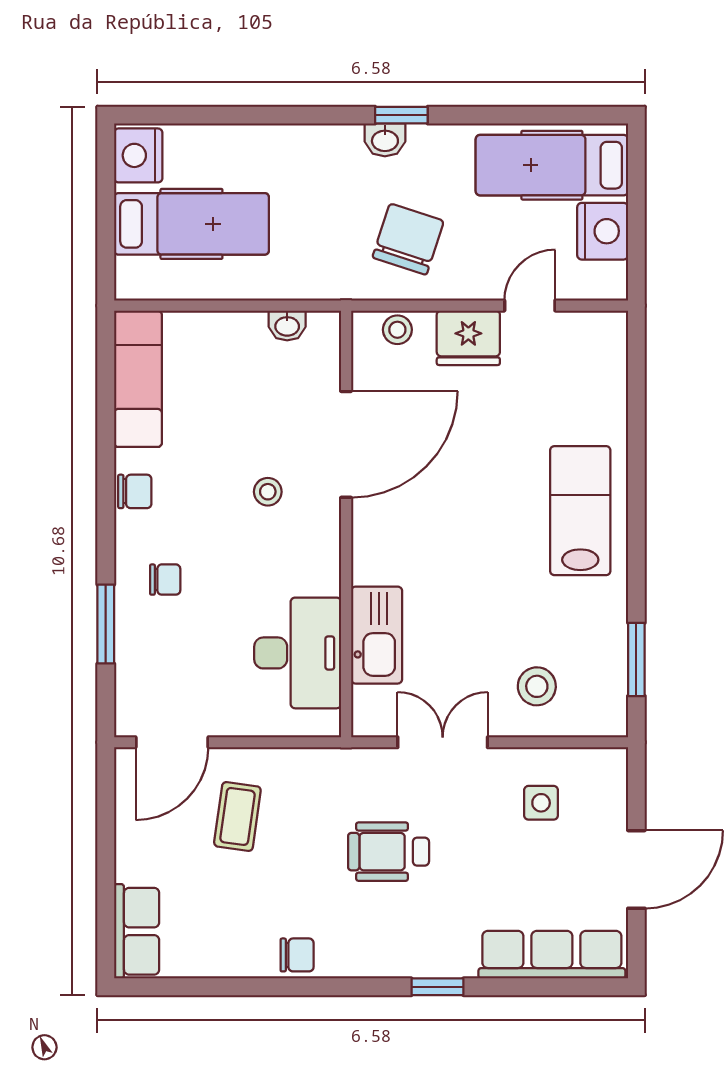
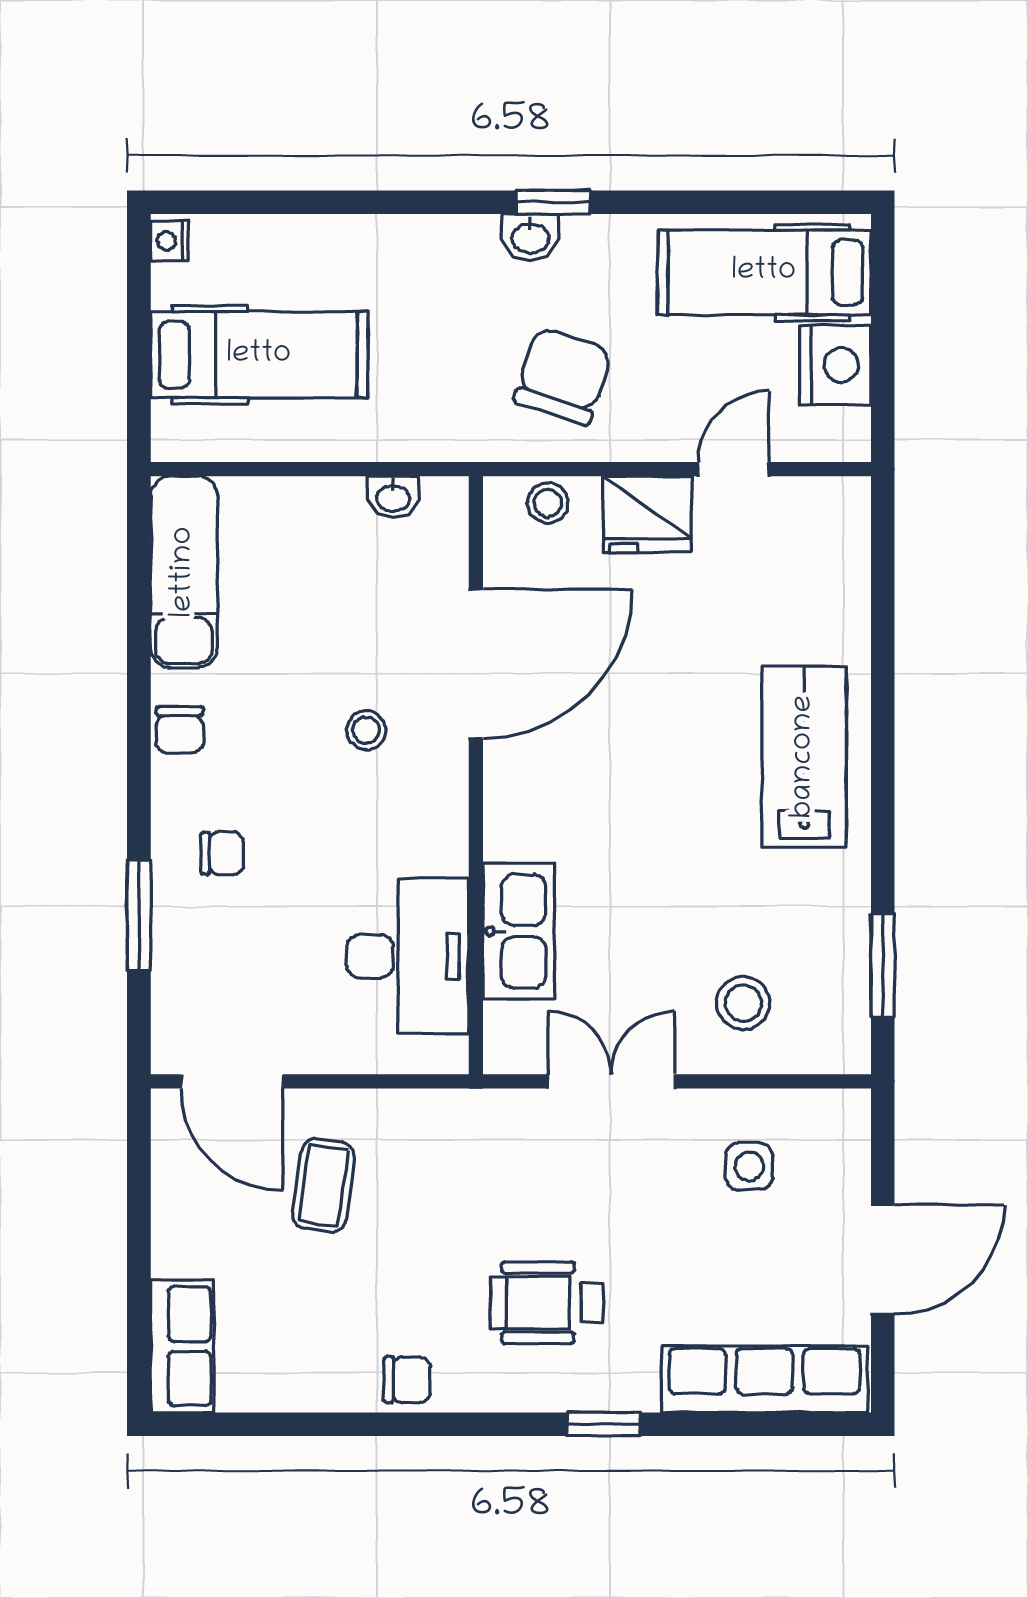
nightstand: (138, 155) -> (169, 241), width x0.53, depth x0.56
chair: (135, 491) -> (180, 730), turned 90
door: (172, 742) -> (232, 1081), hinge flipped
wheelchair: (389, 852) -> (547, 1303), moved

